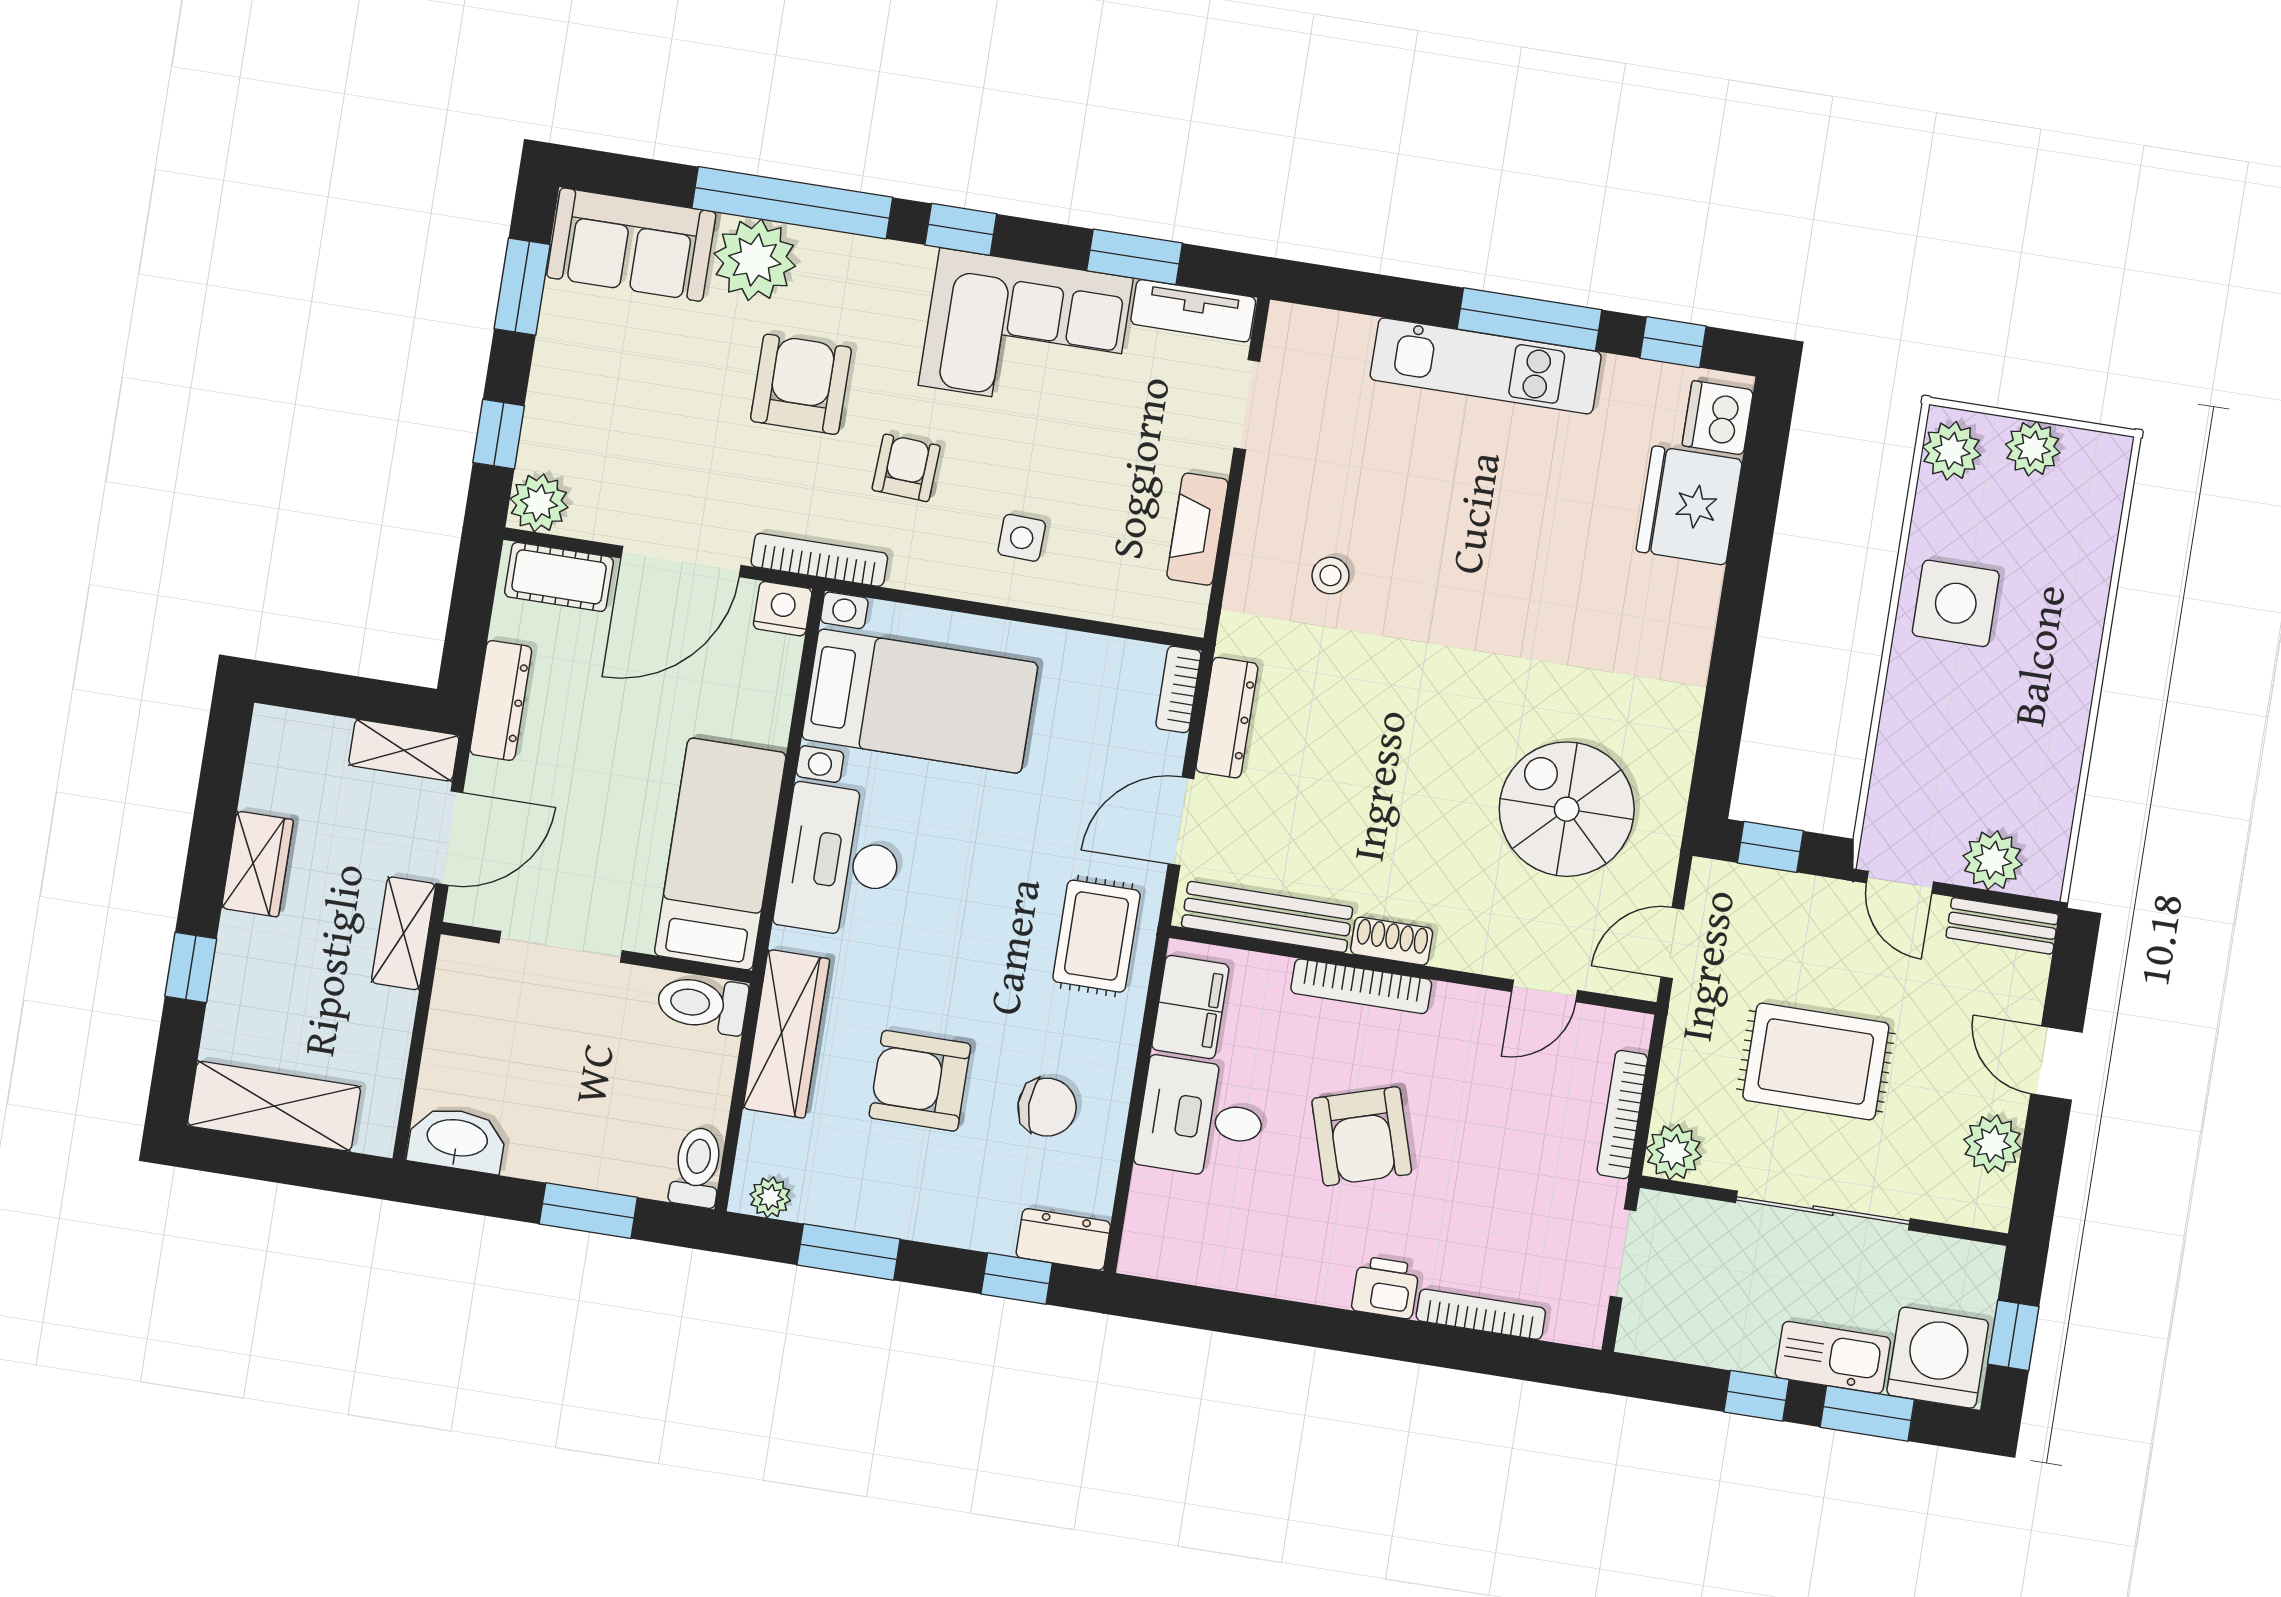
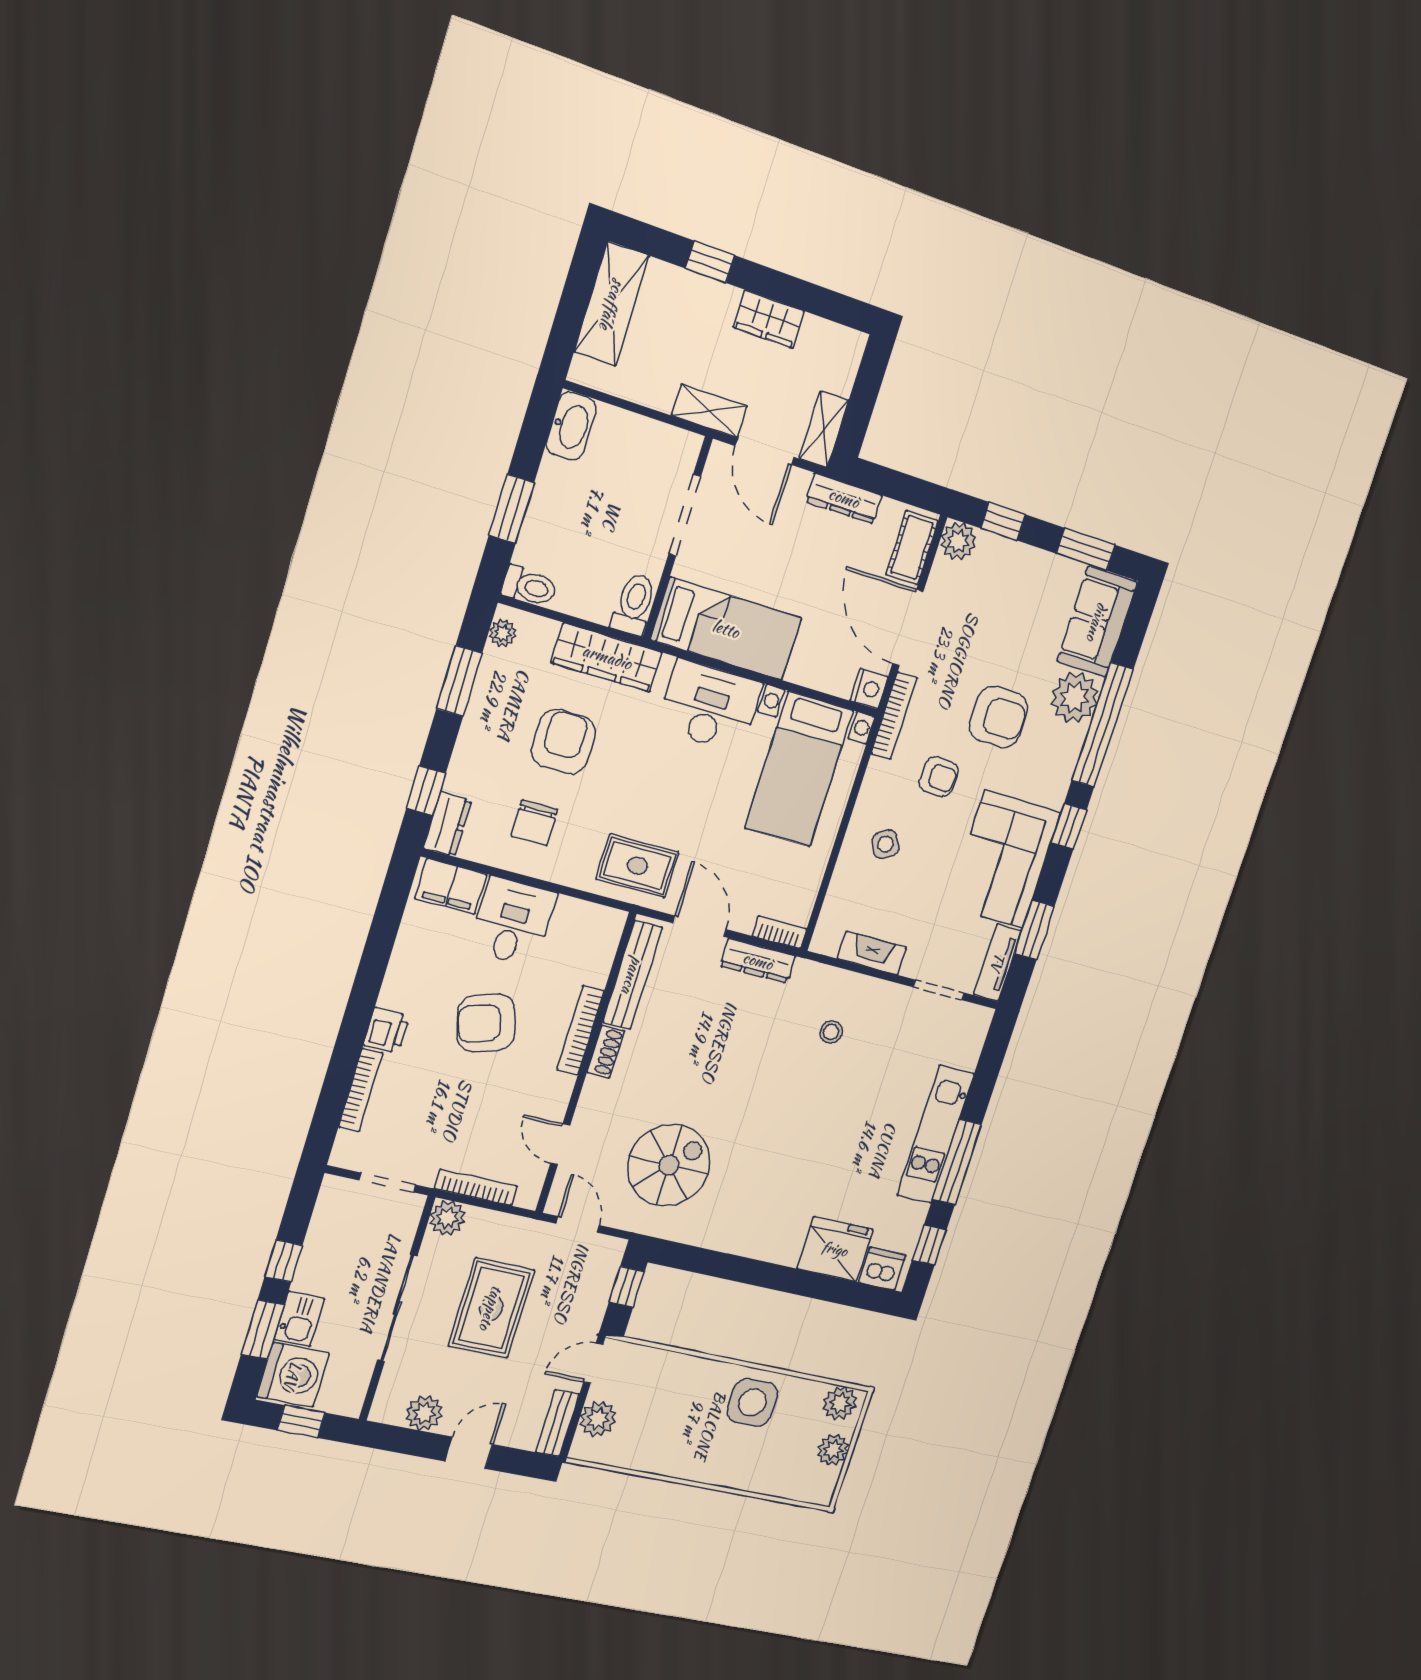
side table: (1022, 538) -> (885, 844), turned -30
filing cabinet: (1190, 1007) -> (451, 886), moved
kitchen sink: (1833, 1357) -> (299, 1319), width x0.73

